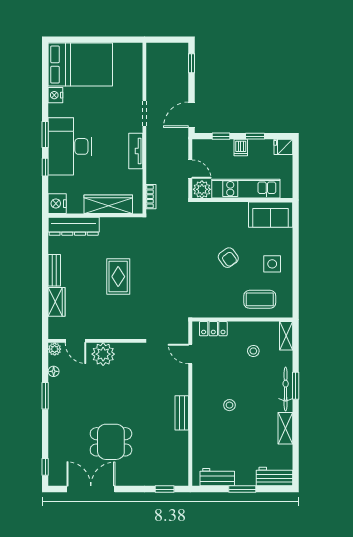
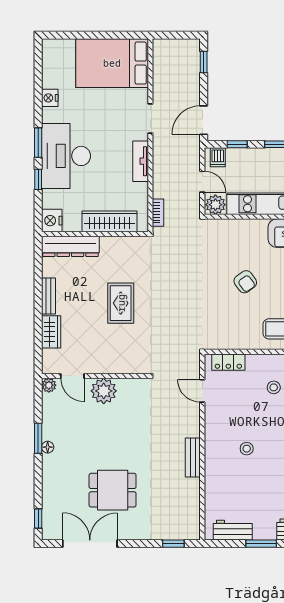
bed: (80, 64) -> (112, 63), moved, turned 180
dishwasher: (241, 148) -> (218, 157), moved
floor lamp: (54, 371) -> (48, 447), moved

